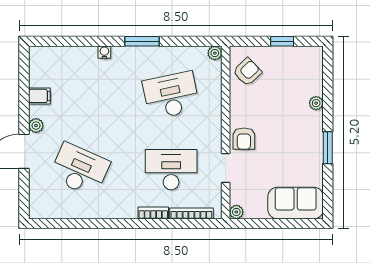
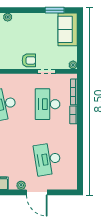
window: (328, 148) -> (55, 10), moved
desk: (79, 170) -> (48, 159), turned -33

